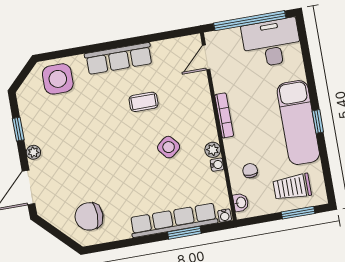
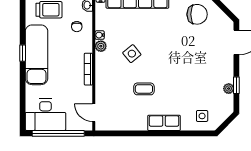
door: (206, 57) -> (94, 113), swing flipped
row of seats: (119, 58) -> (164, 123), width x0.68
side table: (58, 79) -> (202, 116), width x0.54, depth x0.54
plant: (33, 152) -> (229, 89), moved

